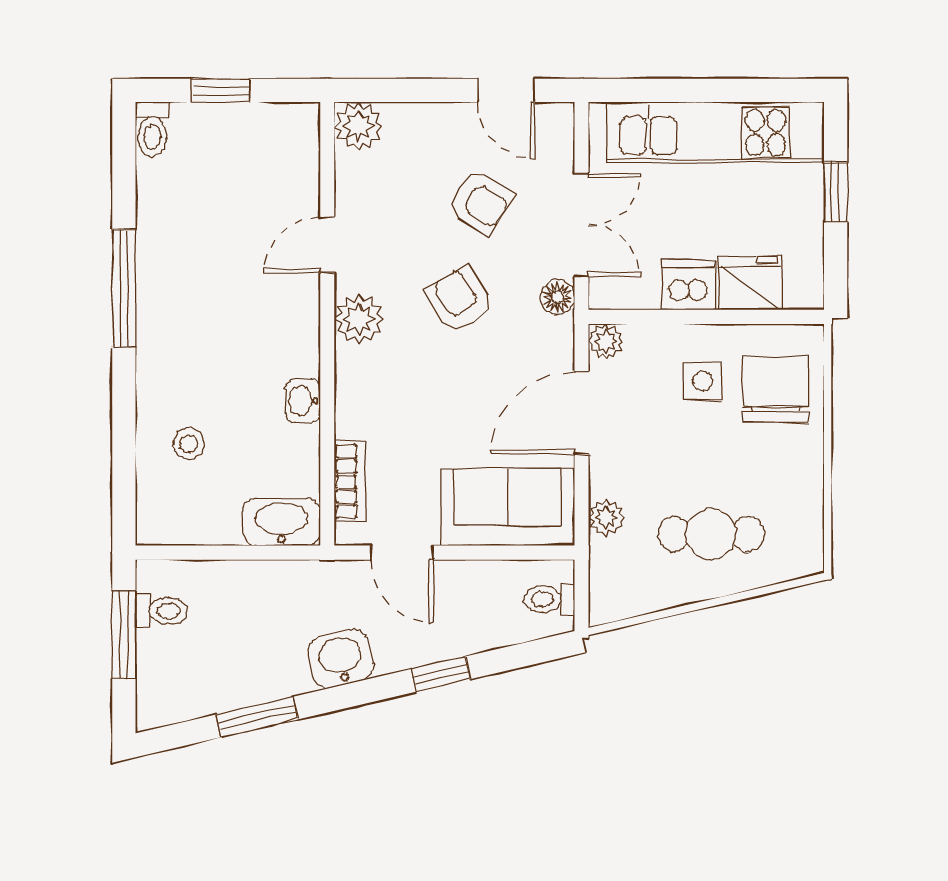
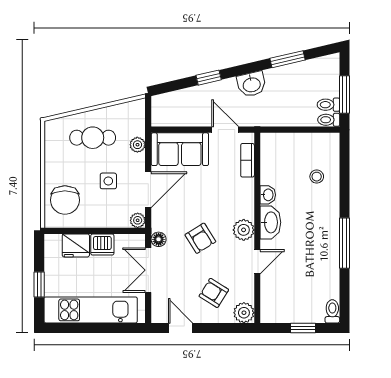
armchair: (480, 202) -> (214, 293), moved
side table: (702, 381) -> (108, 181), moved
washbasin: (282, 522) -> (270, 222), moved, turned -90
toilet: (549, 599) -> (329, 120), moved, turned 180

